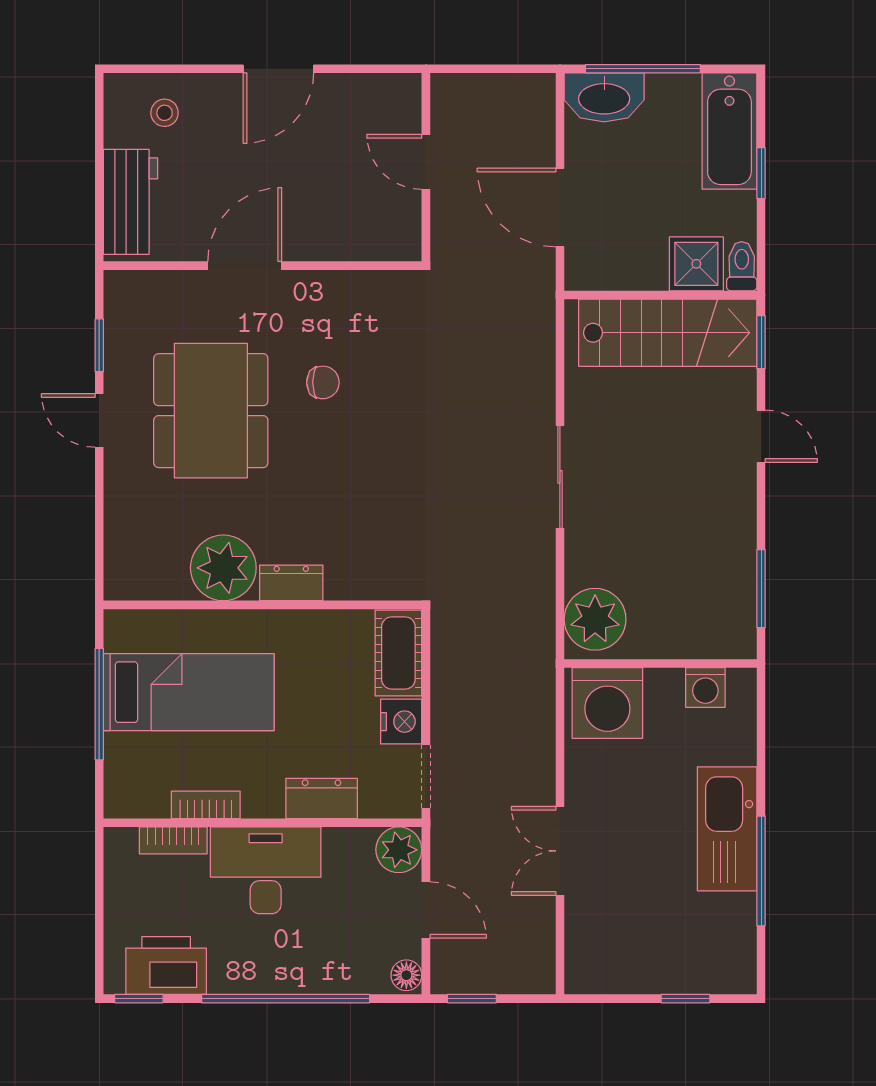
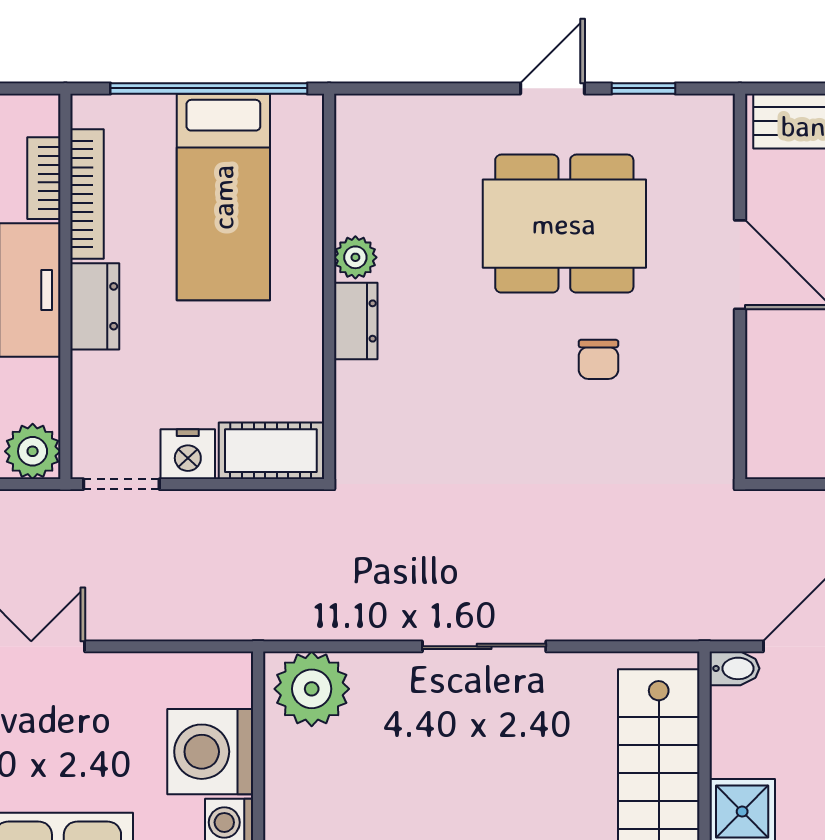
bidet: (578, 270) -> (734, 668), added
plant: (223, 568) -> (355, 257), width x0.53, depth x0.53
washing machine: (607, 703) -> (210, 752), moved
window: (99, 704) -> (209, 88), width x1.46
dresser: (322, 798) -> (95, 306), moved
bookcase: (206, 805) -> (87, 194), width x1.56

